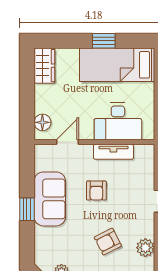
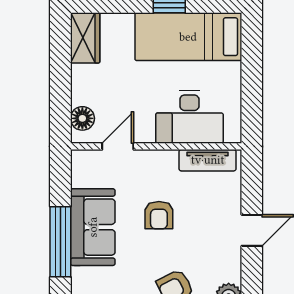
tv unit: (113, 152) -> (208, 160), moved
window: (27, 209) -> (60, 242), width x2.17

